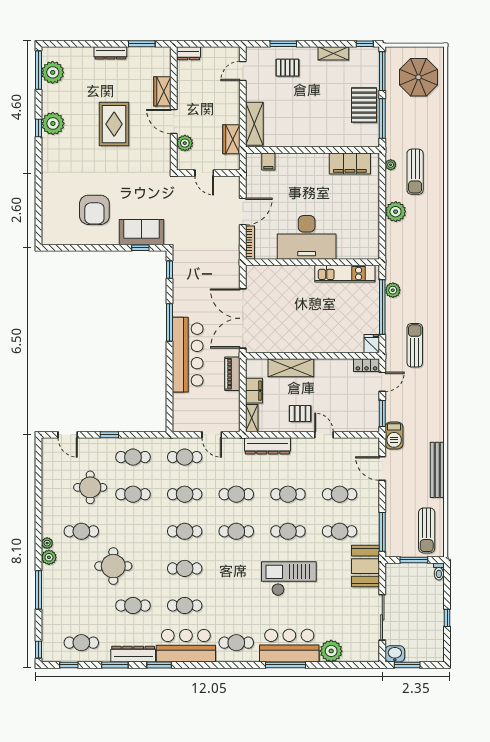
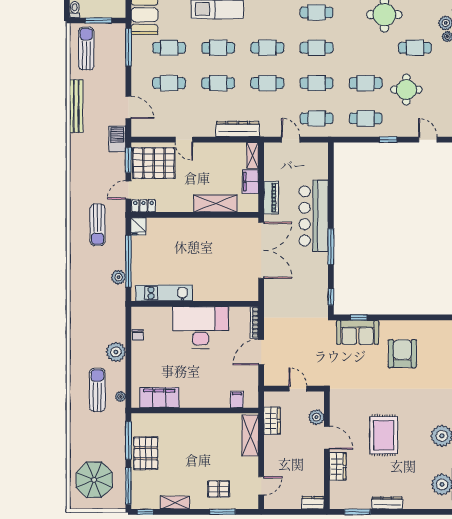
chair: (373, 229) -> (138, 335), added
pallet: (300, 414) -> (154, 163), moved, width x2.05, depth x2.00

